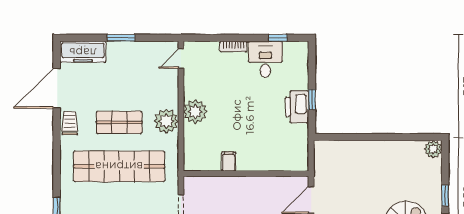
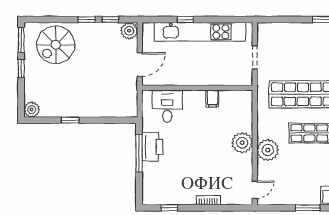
desk: (265, 59) -> (167, 106), moved, turned 180
window: (312, 100) -> (139, 153), width x2.17
plant: (166, 121) -> (268, 150), moved
window: (390, 137) -> (70, 120), added

